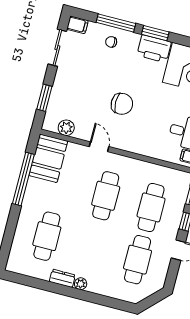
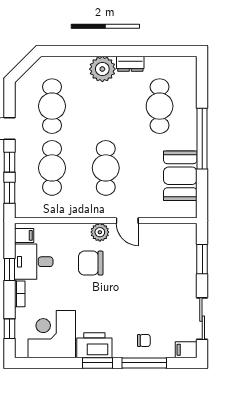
chair: (122, 104) -> (91, 263), moved
plant: (66, 128) -> (100, 232), moved
booth: (48, 158) -> (180, 176), moved
window: (23, 179) -> (202, 139), moved
plant: (81, 284) -> (102, 69), width x1.88, depth x1.88

